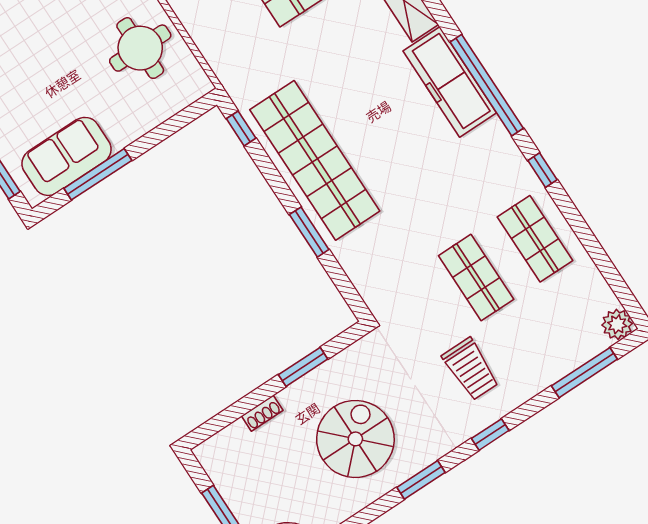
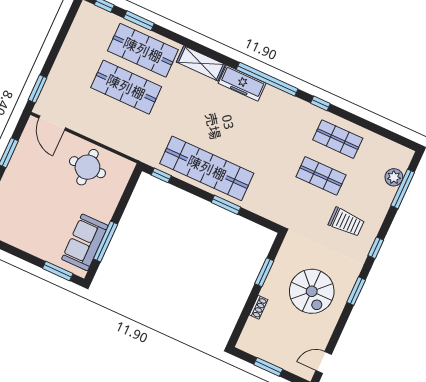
freezer: (450, 82) -> (242, 83), width x0.73, depth x0.79
plant: (617, 324) -> (394, 177), moved
spiral stairs: (355, 439) -> (312, 291), turned 180

